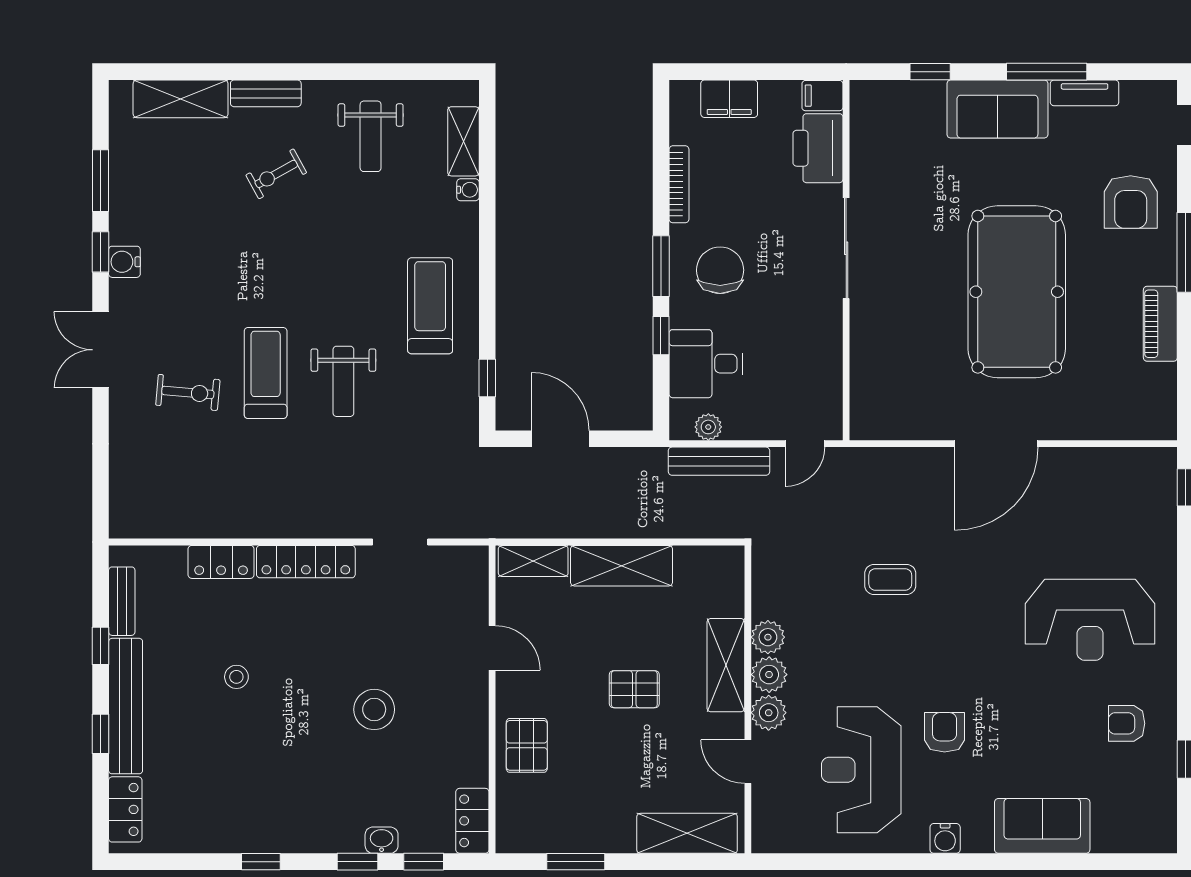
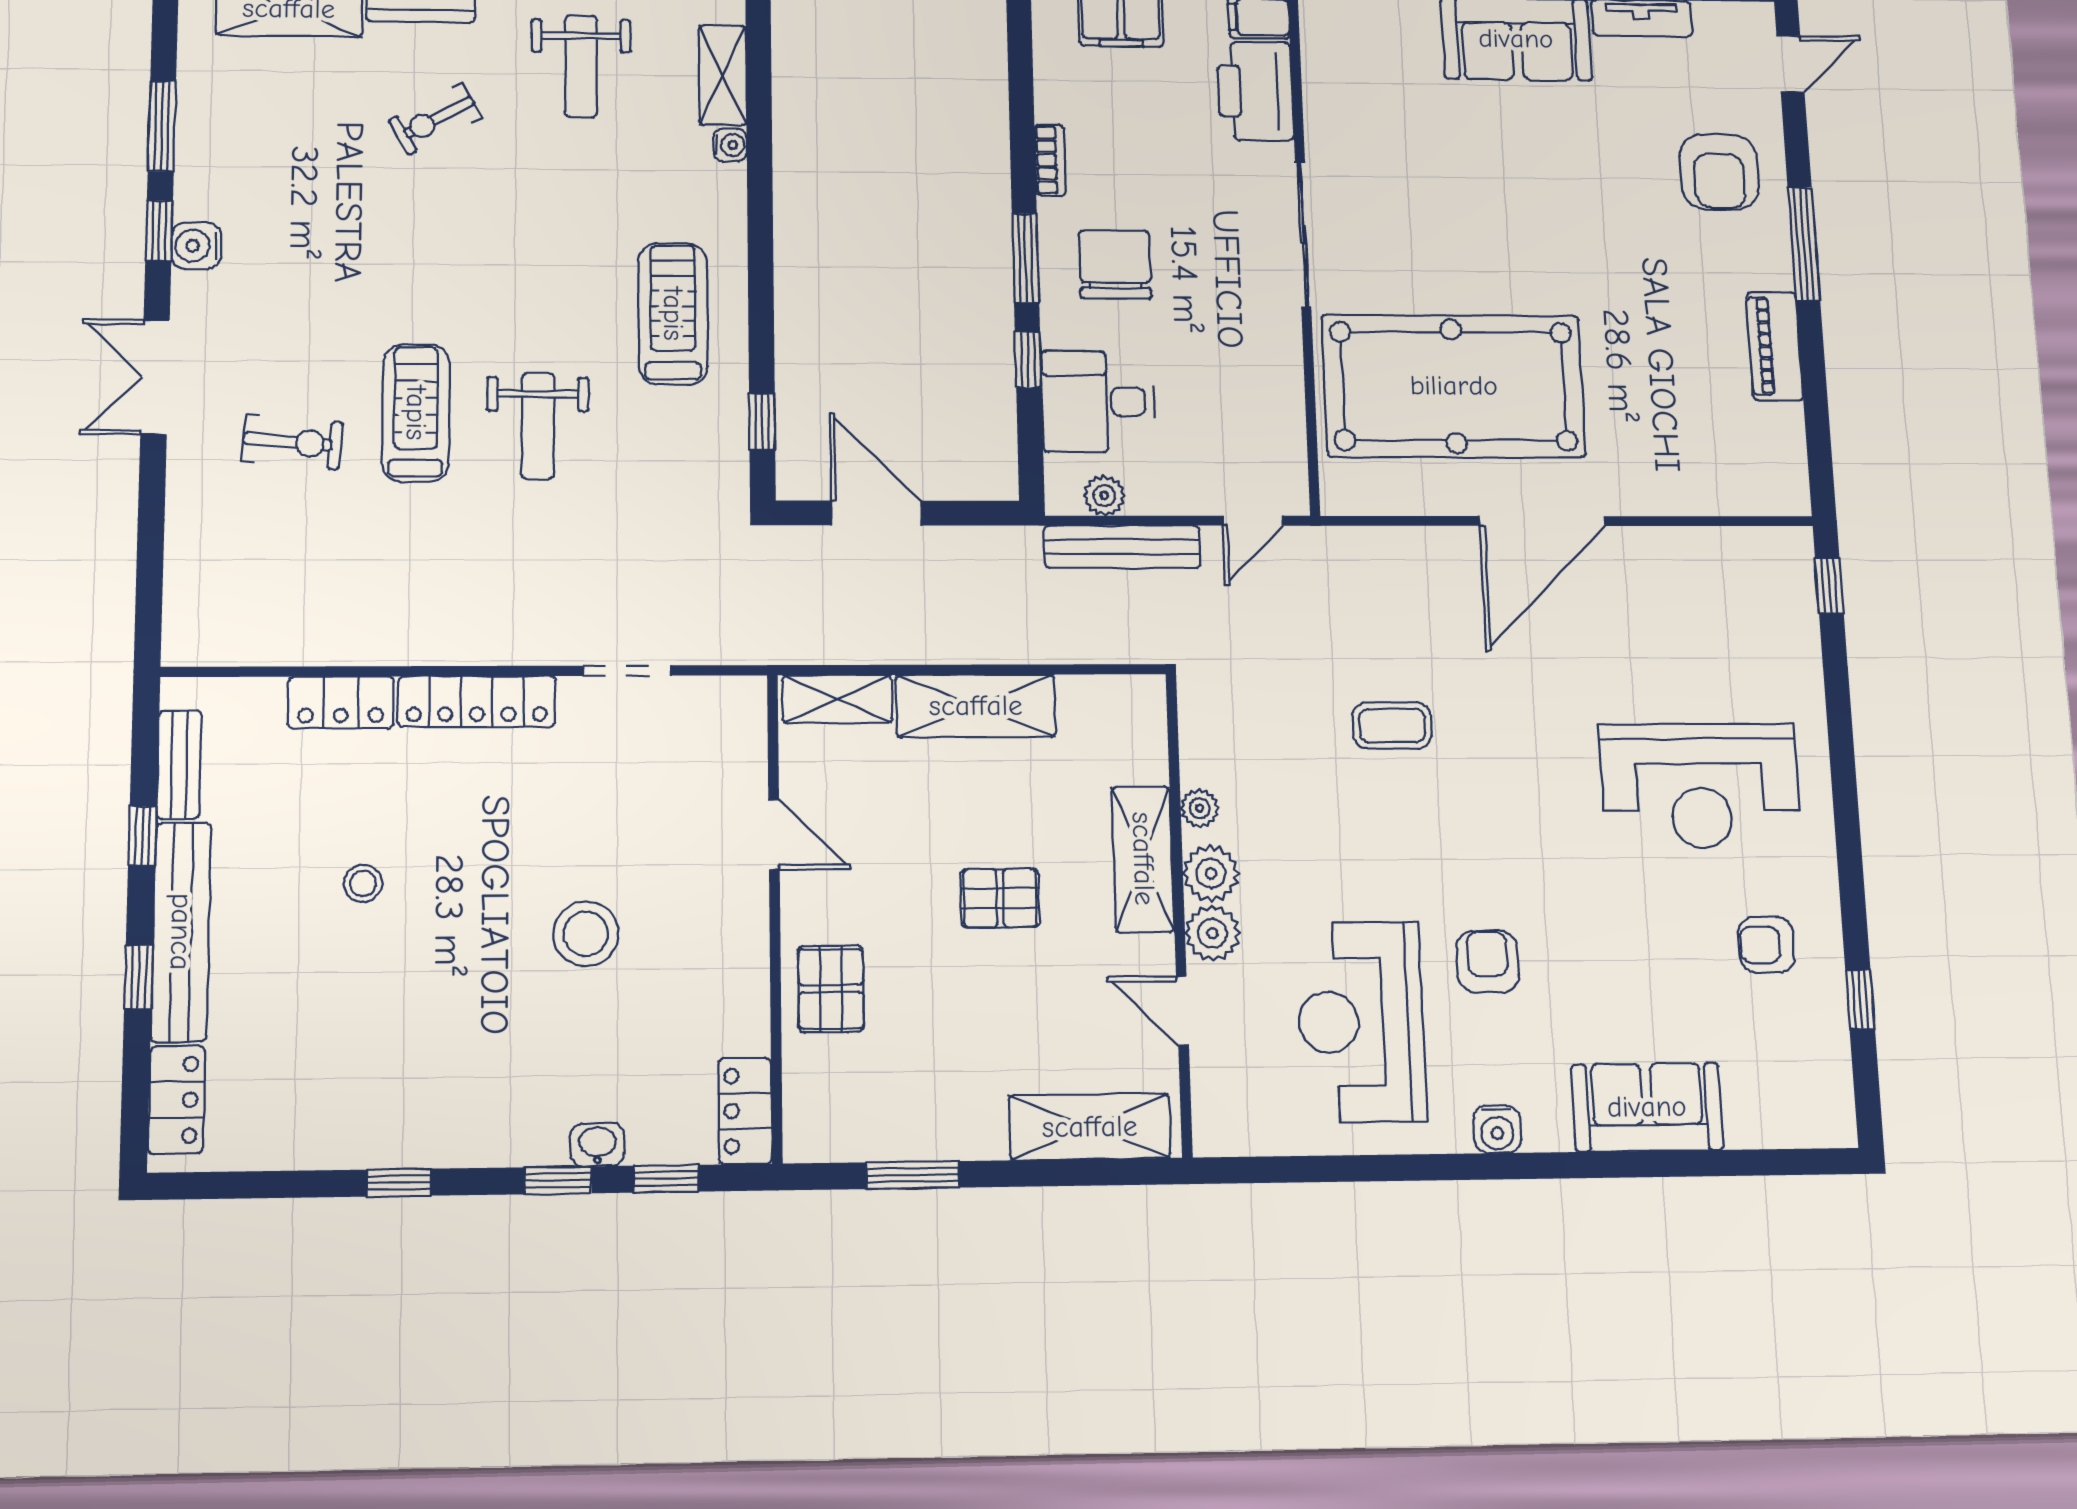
bookcase: (679, 184) -> (1050, 160), width x0.64
pool table: (1017, 292) -> (1454, 386), moved, turned 90
plant: (768, 637) -> (1200, 808), width x0.73, depth x0.73

